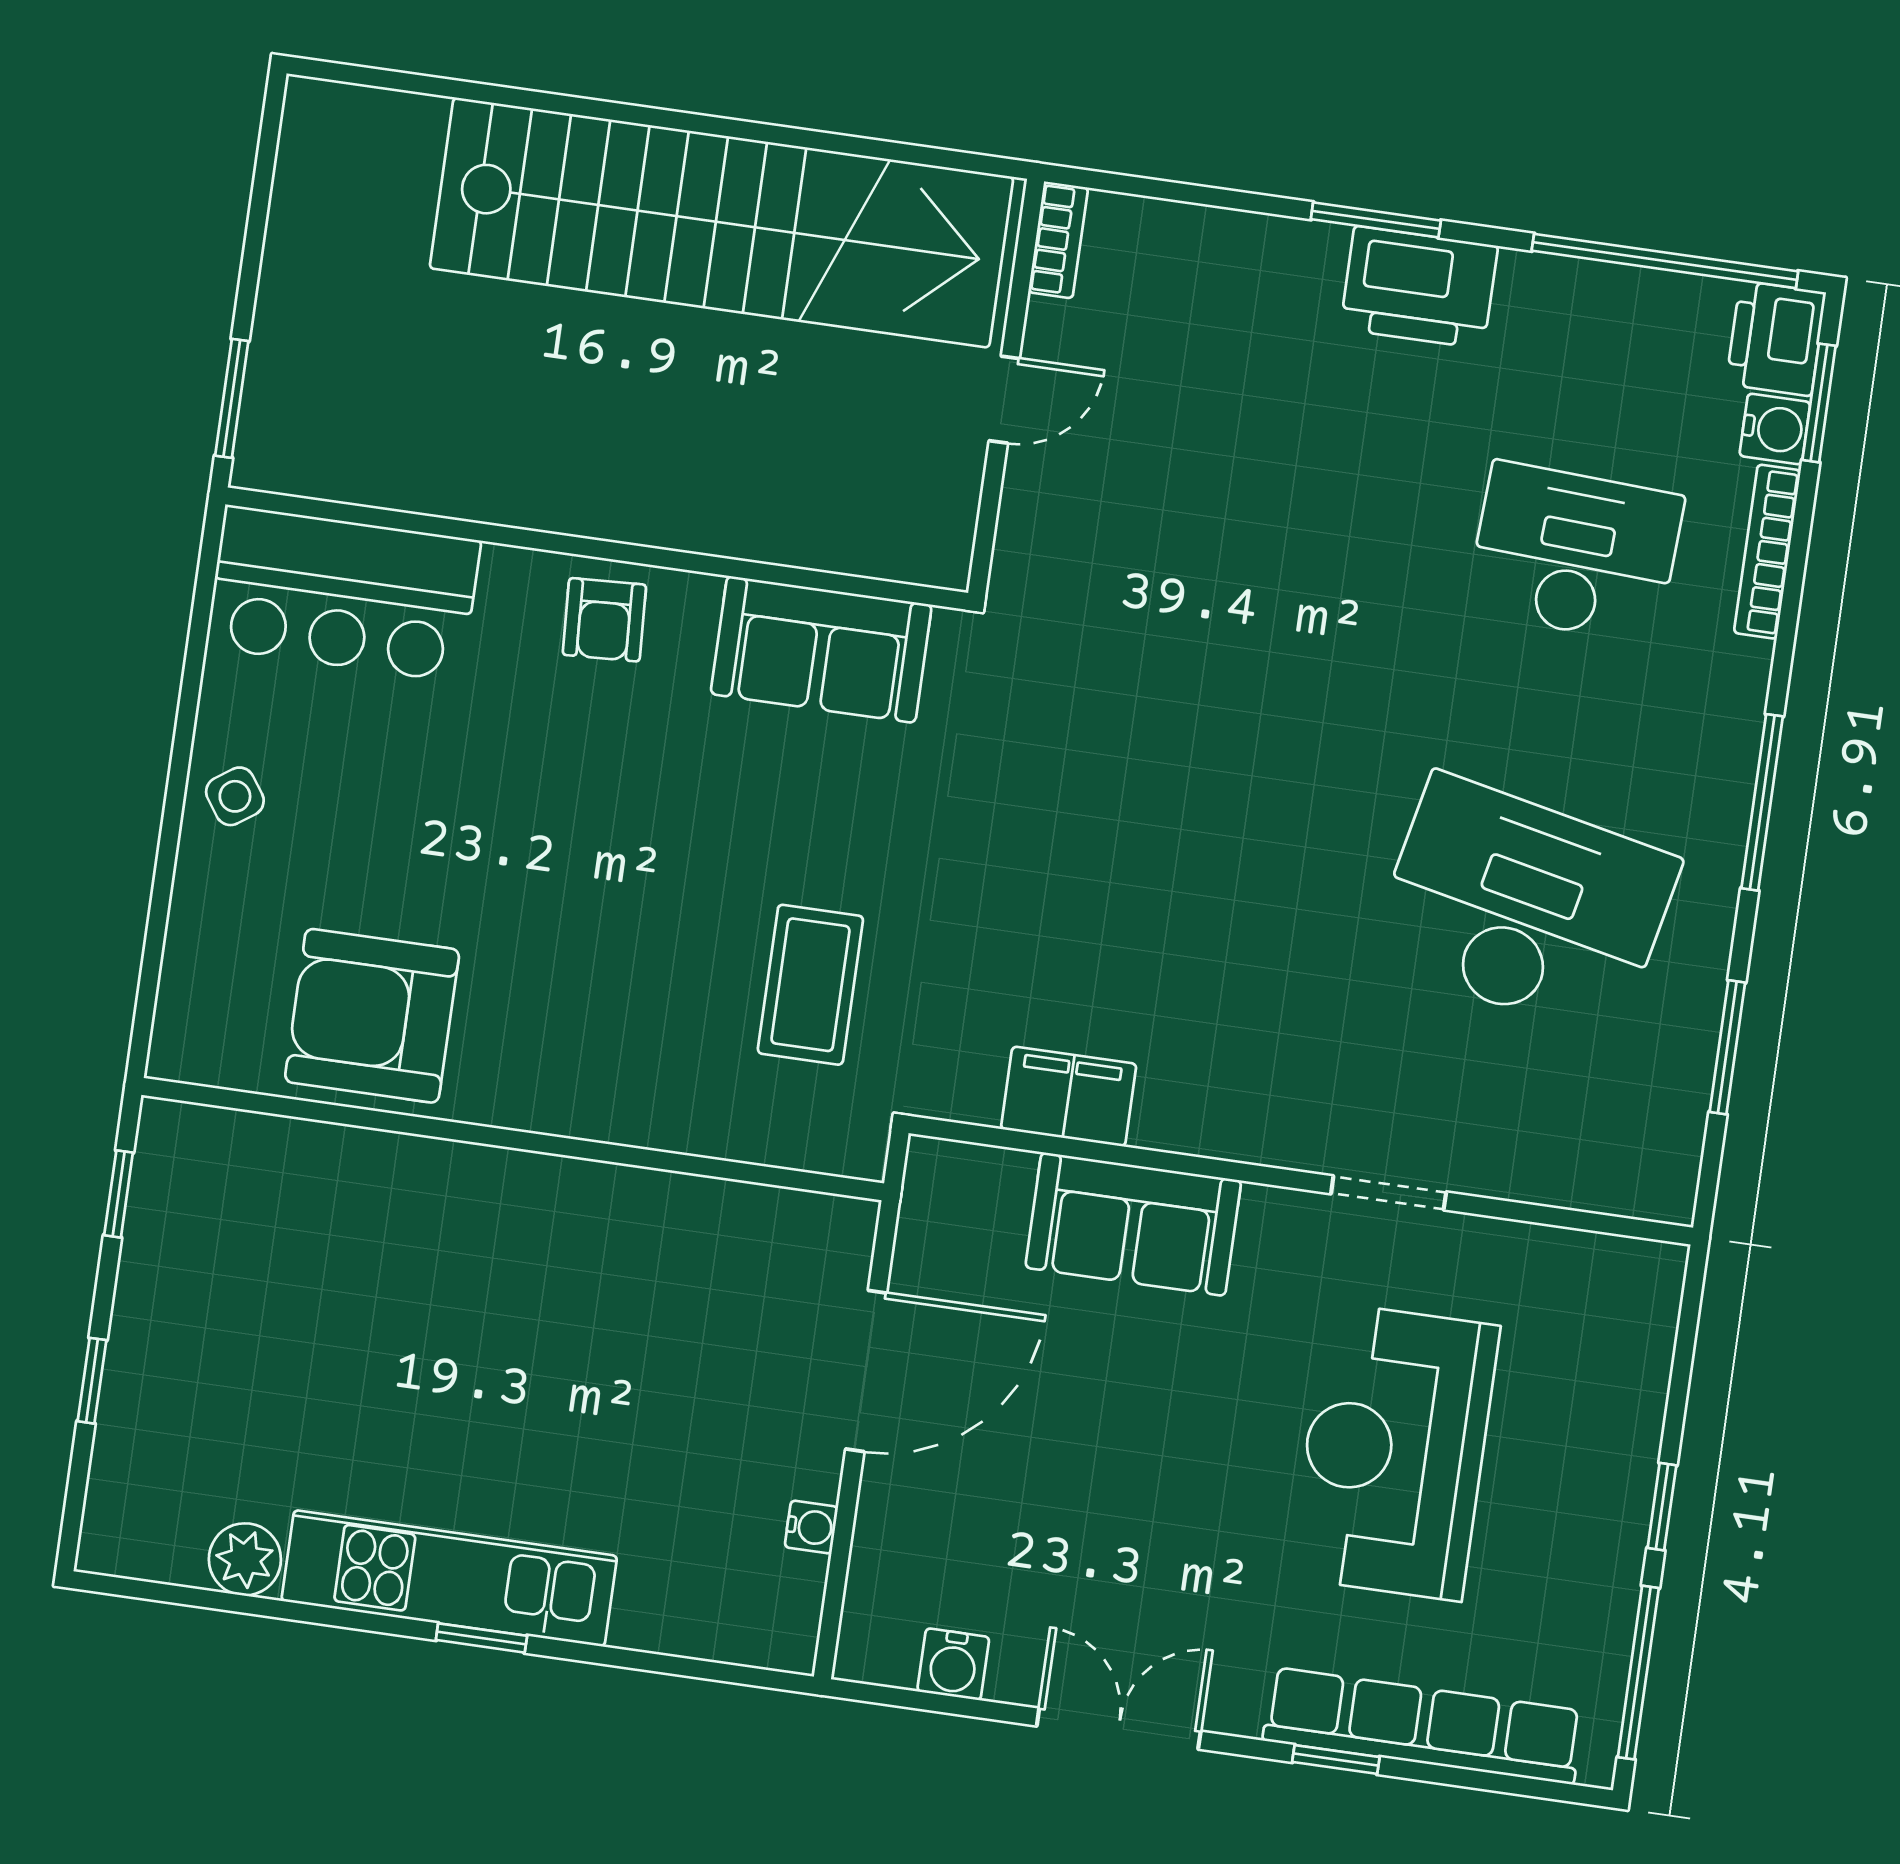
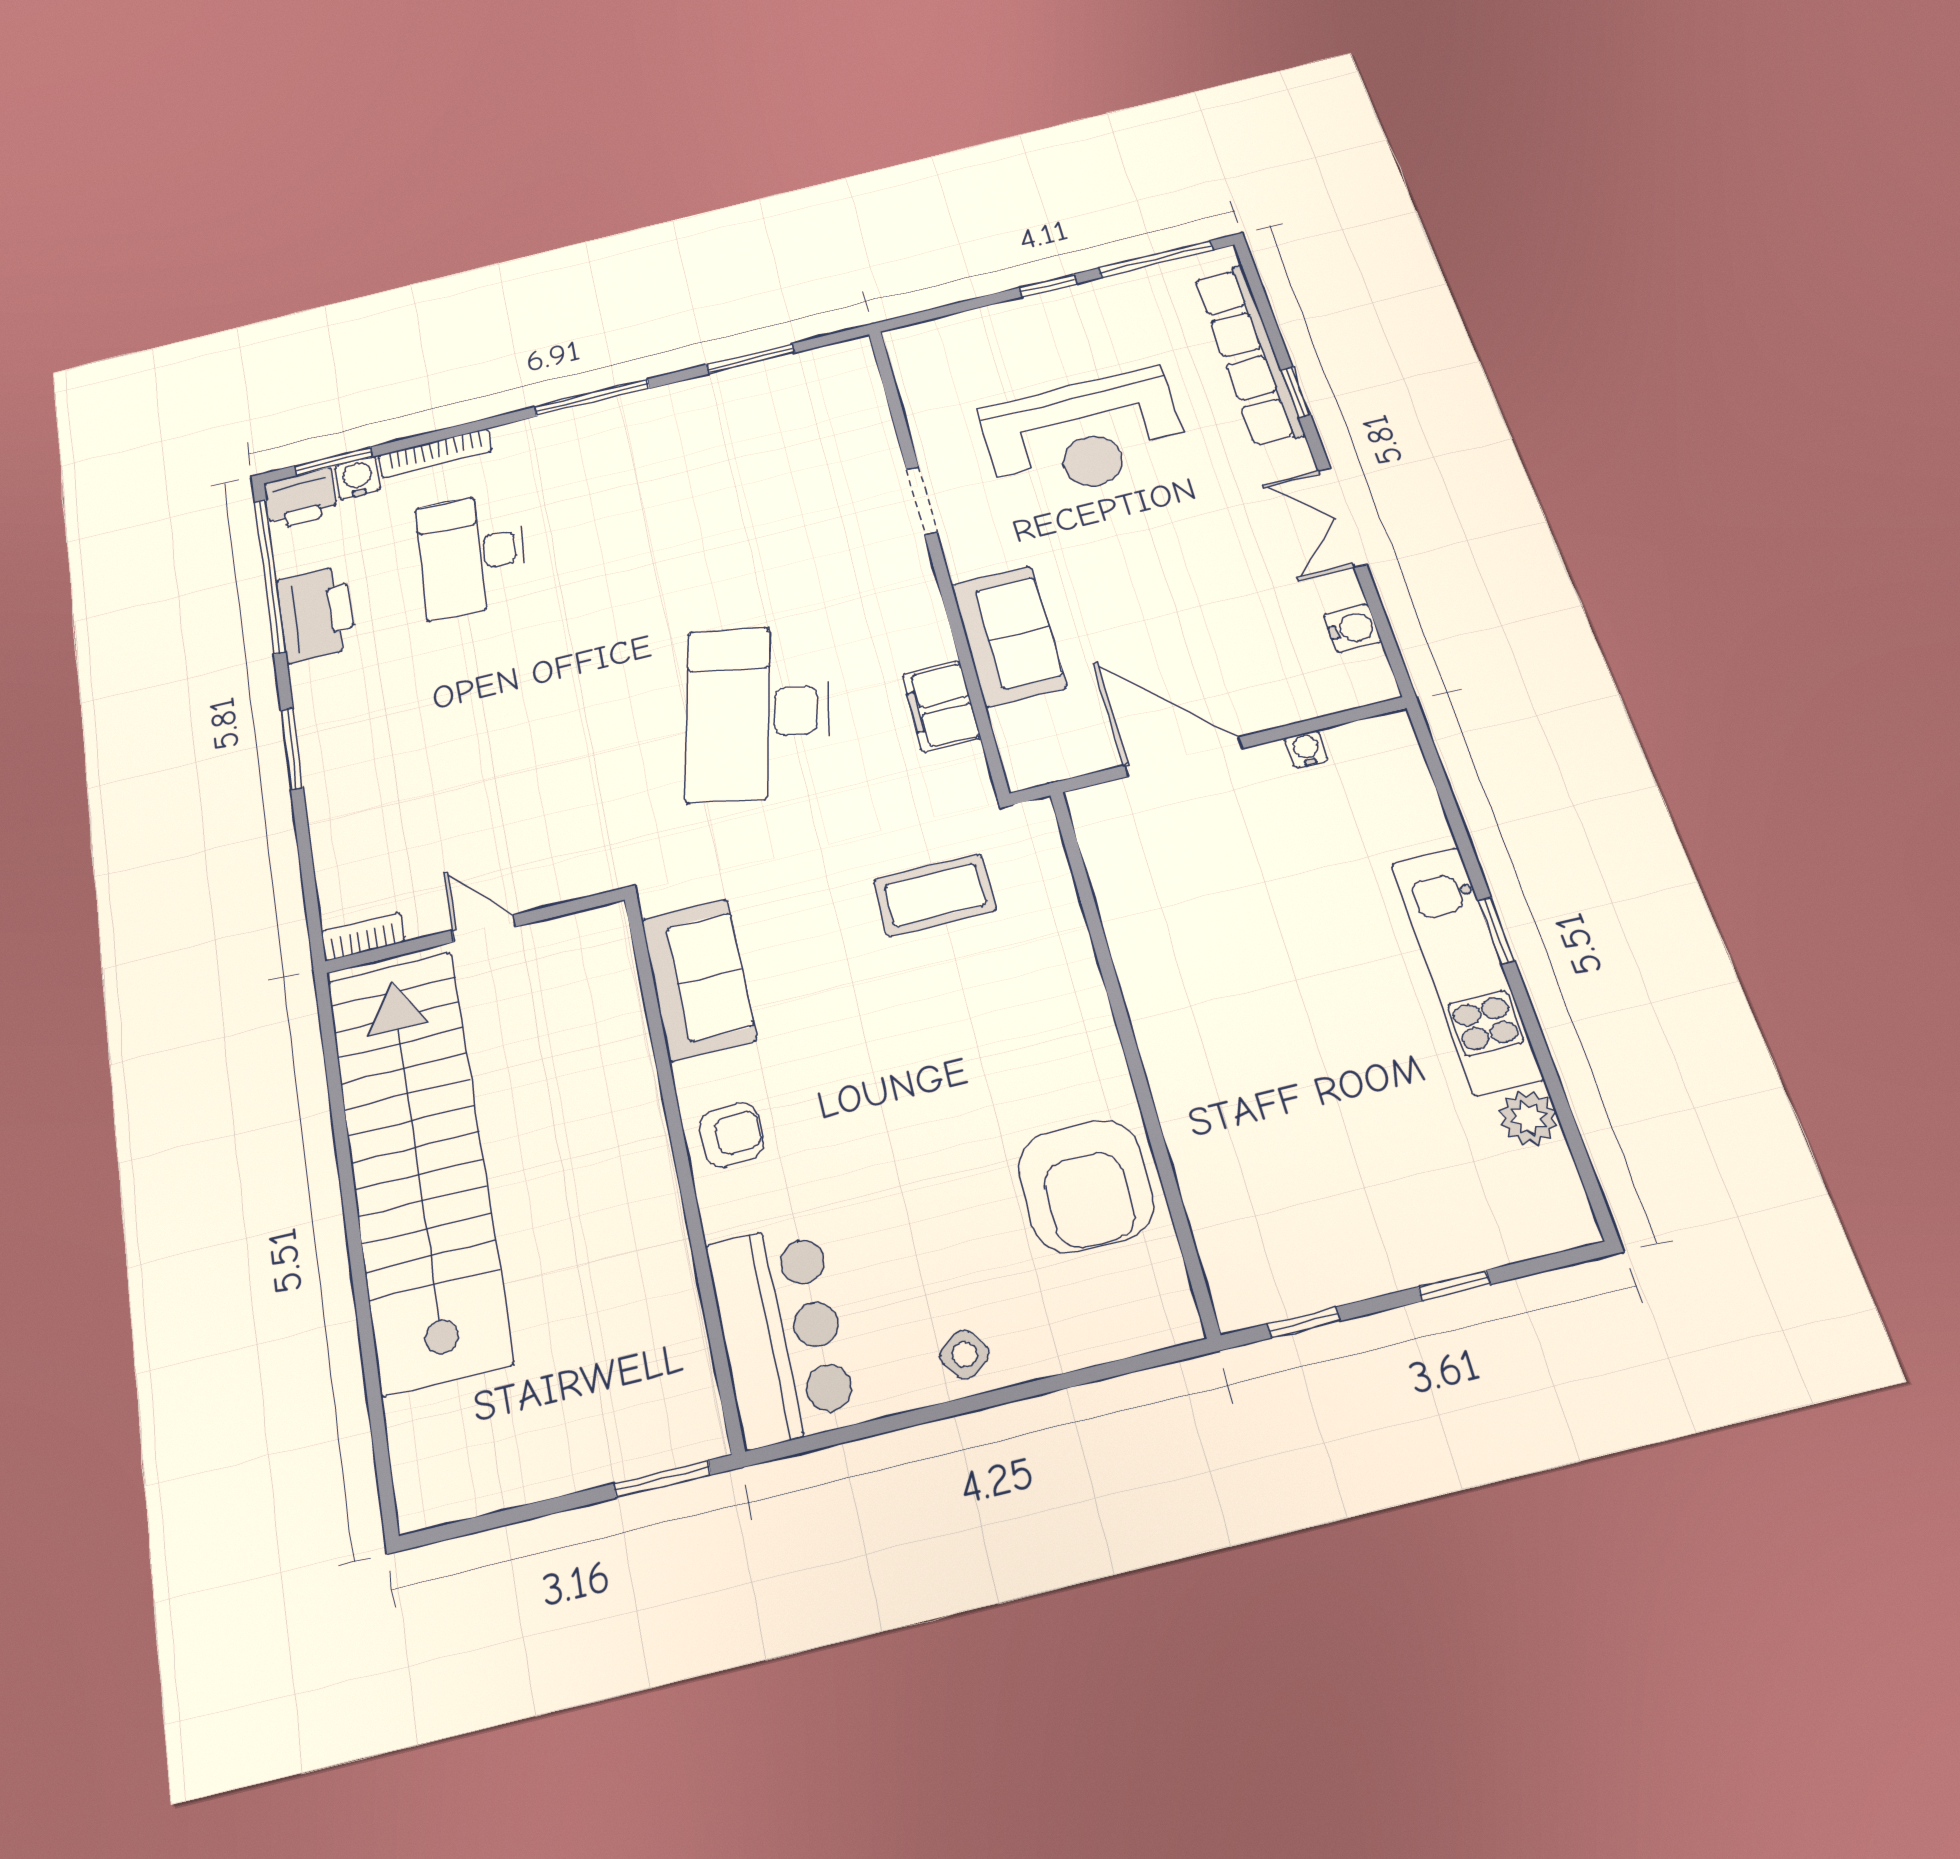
printer: (1419, 287) -> (316, 614), moved
desk: (1524, 907) -> (757, 713), moved

